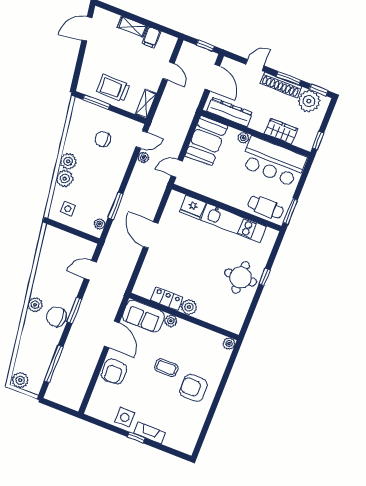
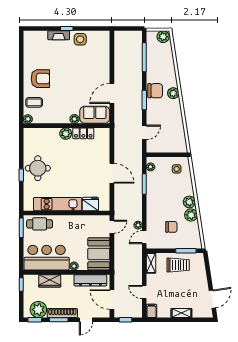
filing cabinet: (151, 37) -> (152, 311), moved
plant: (65, 179) -> (191, 215), moved
door: (112, 334) -> (112, 93), hinge flipped
coffee table: (166, 368) -> (34, 102), moved
armchair: (114, 372) -> (100, 68), removed

